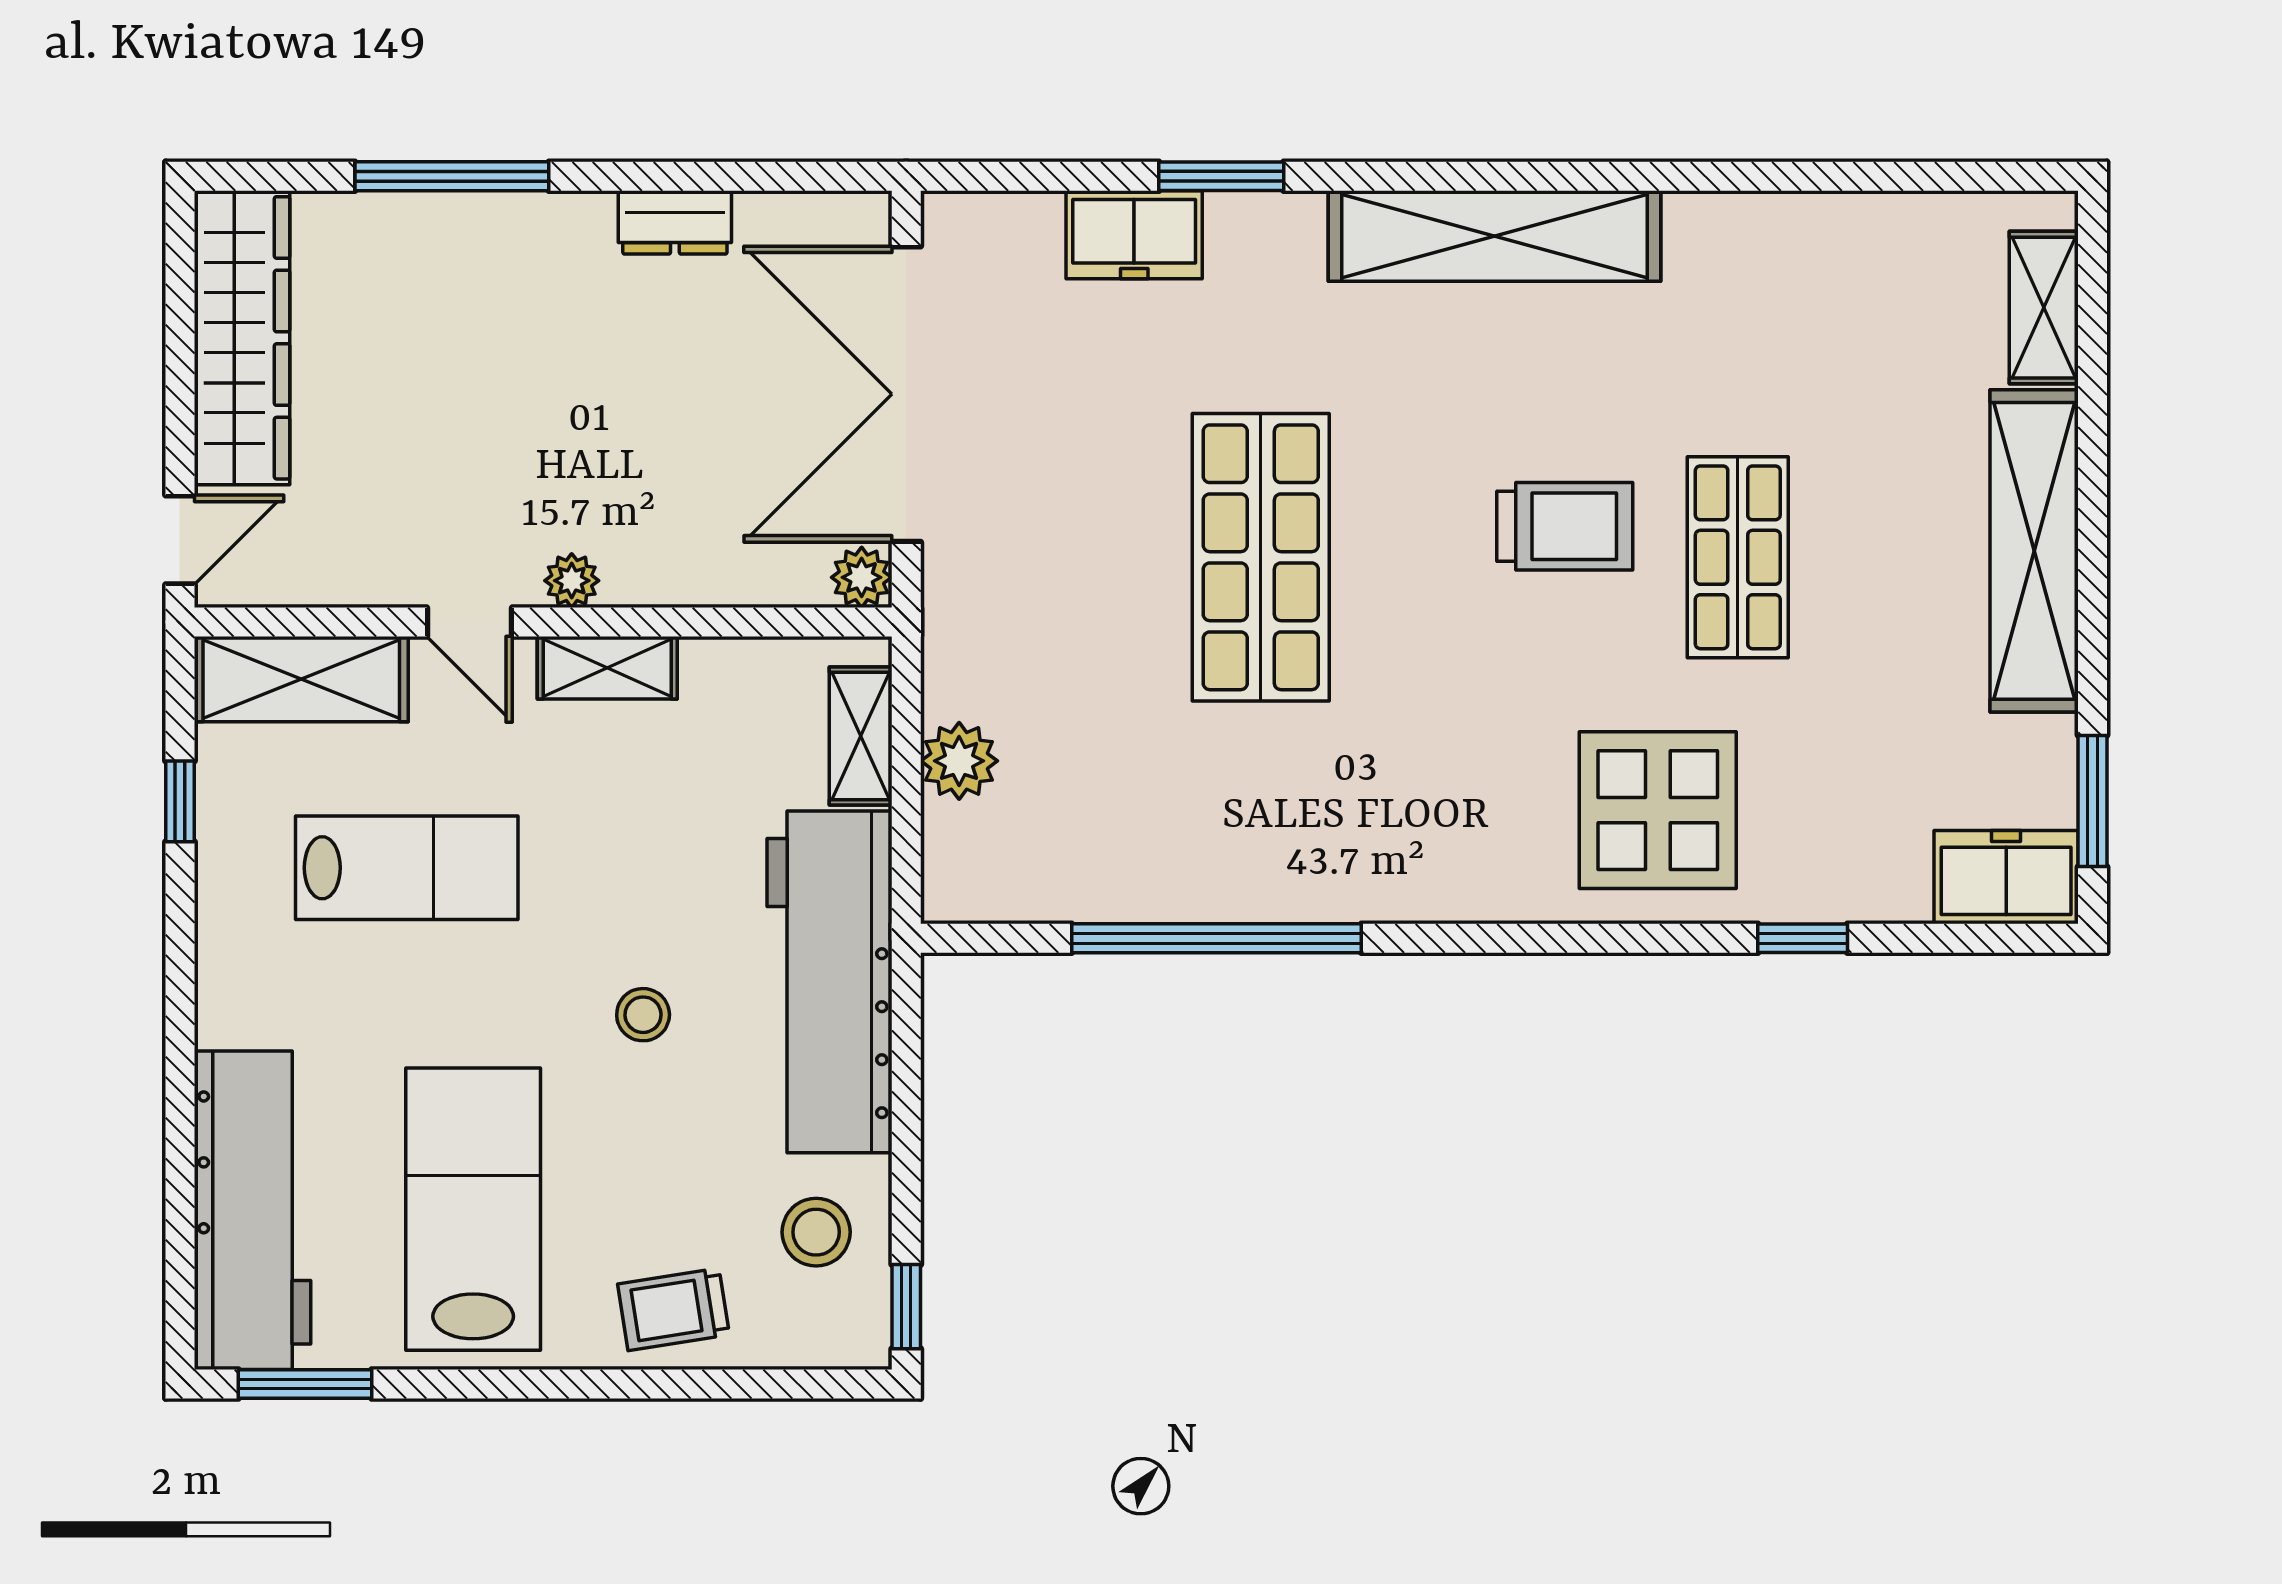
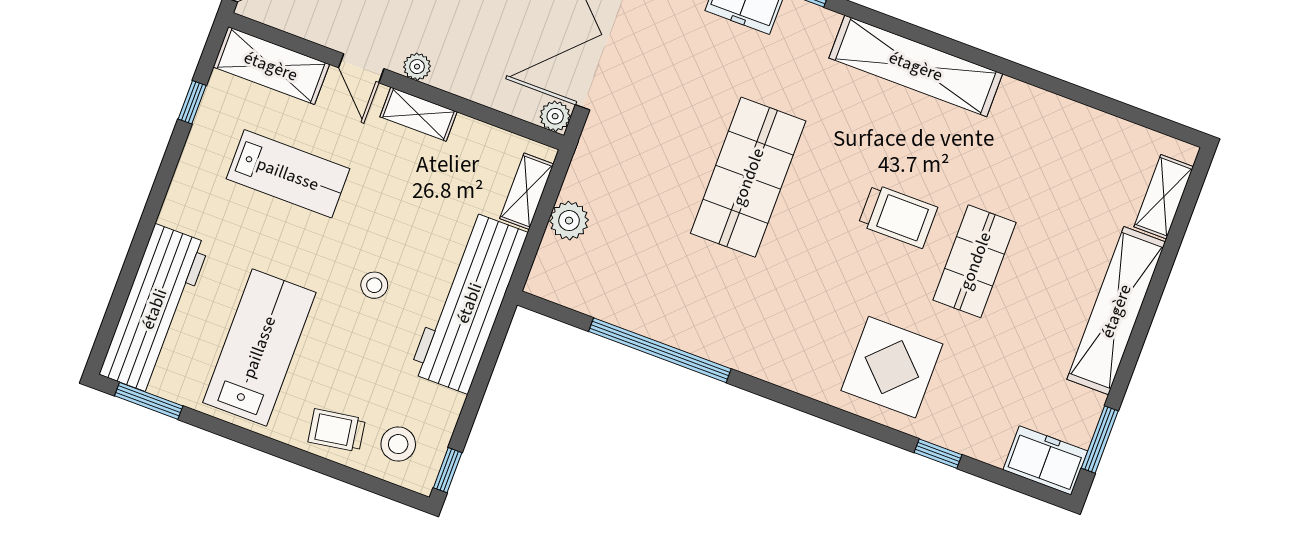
stool: (816, 1232) -> (398, 444), moved

